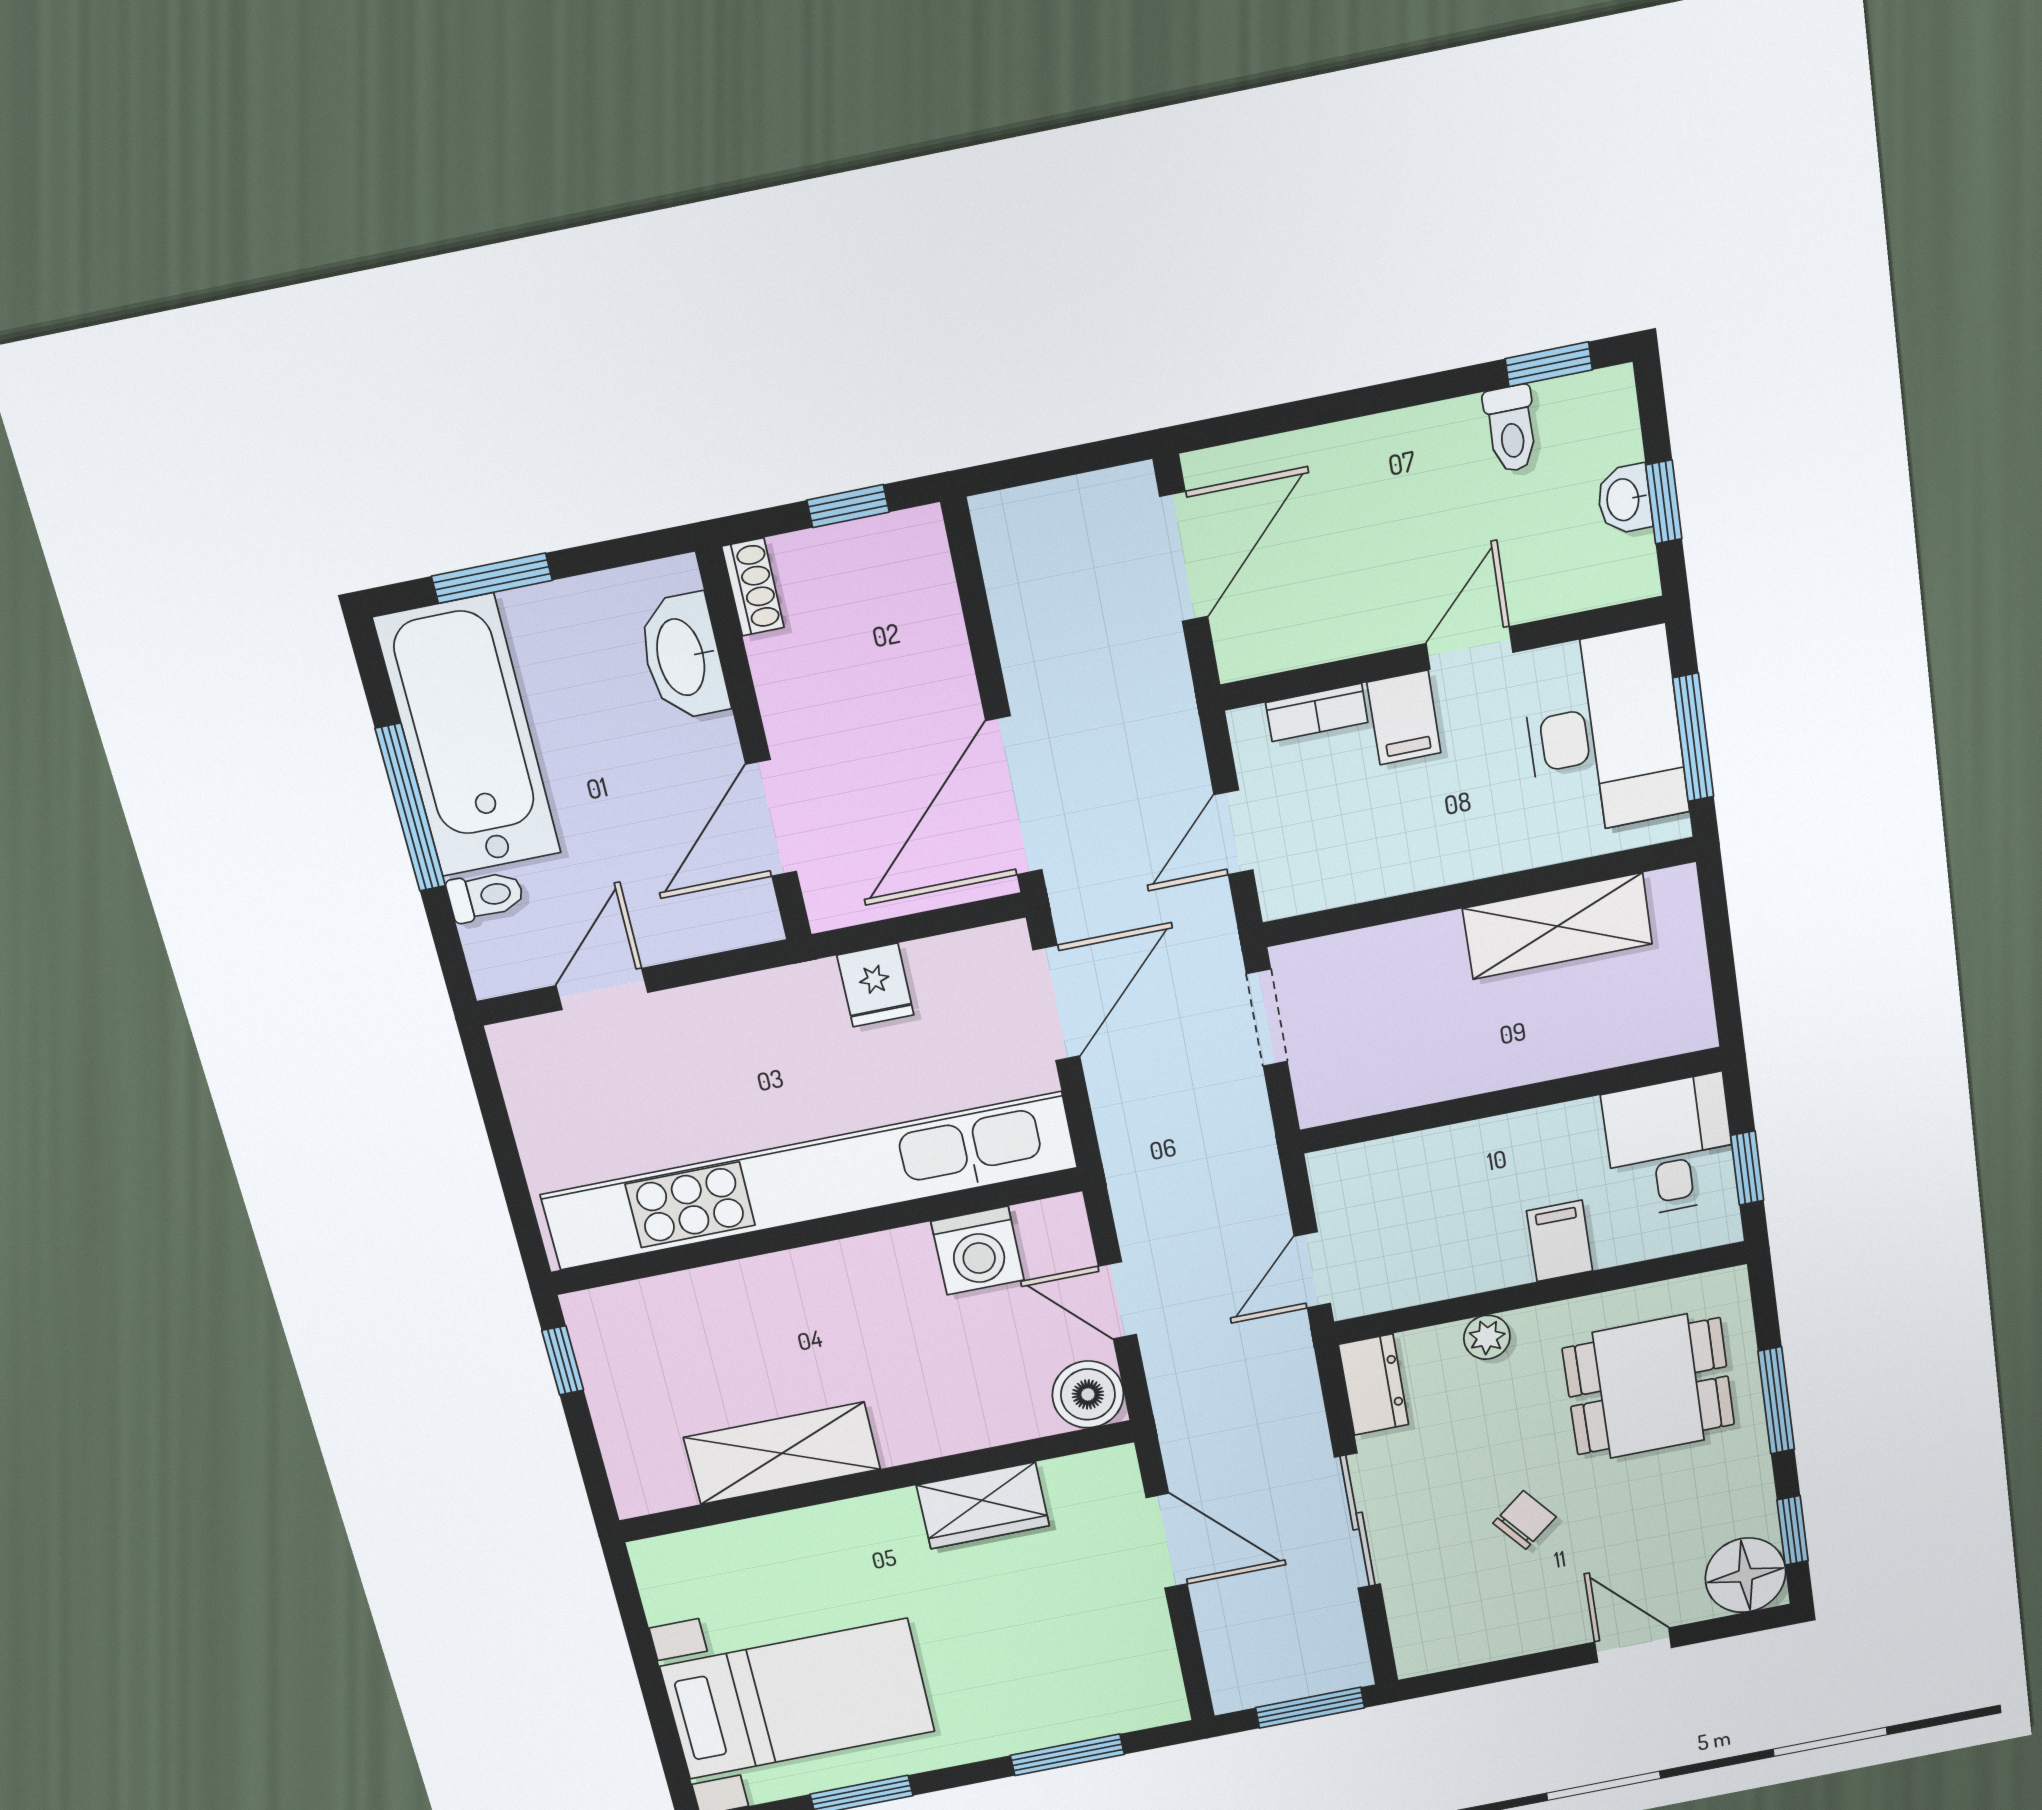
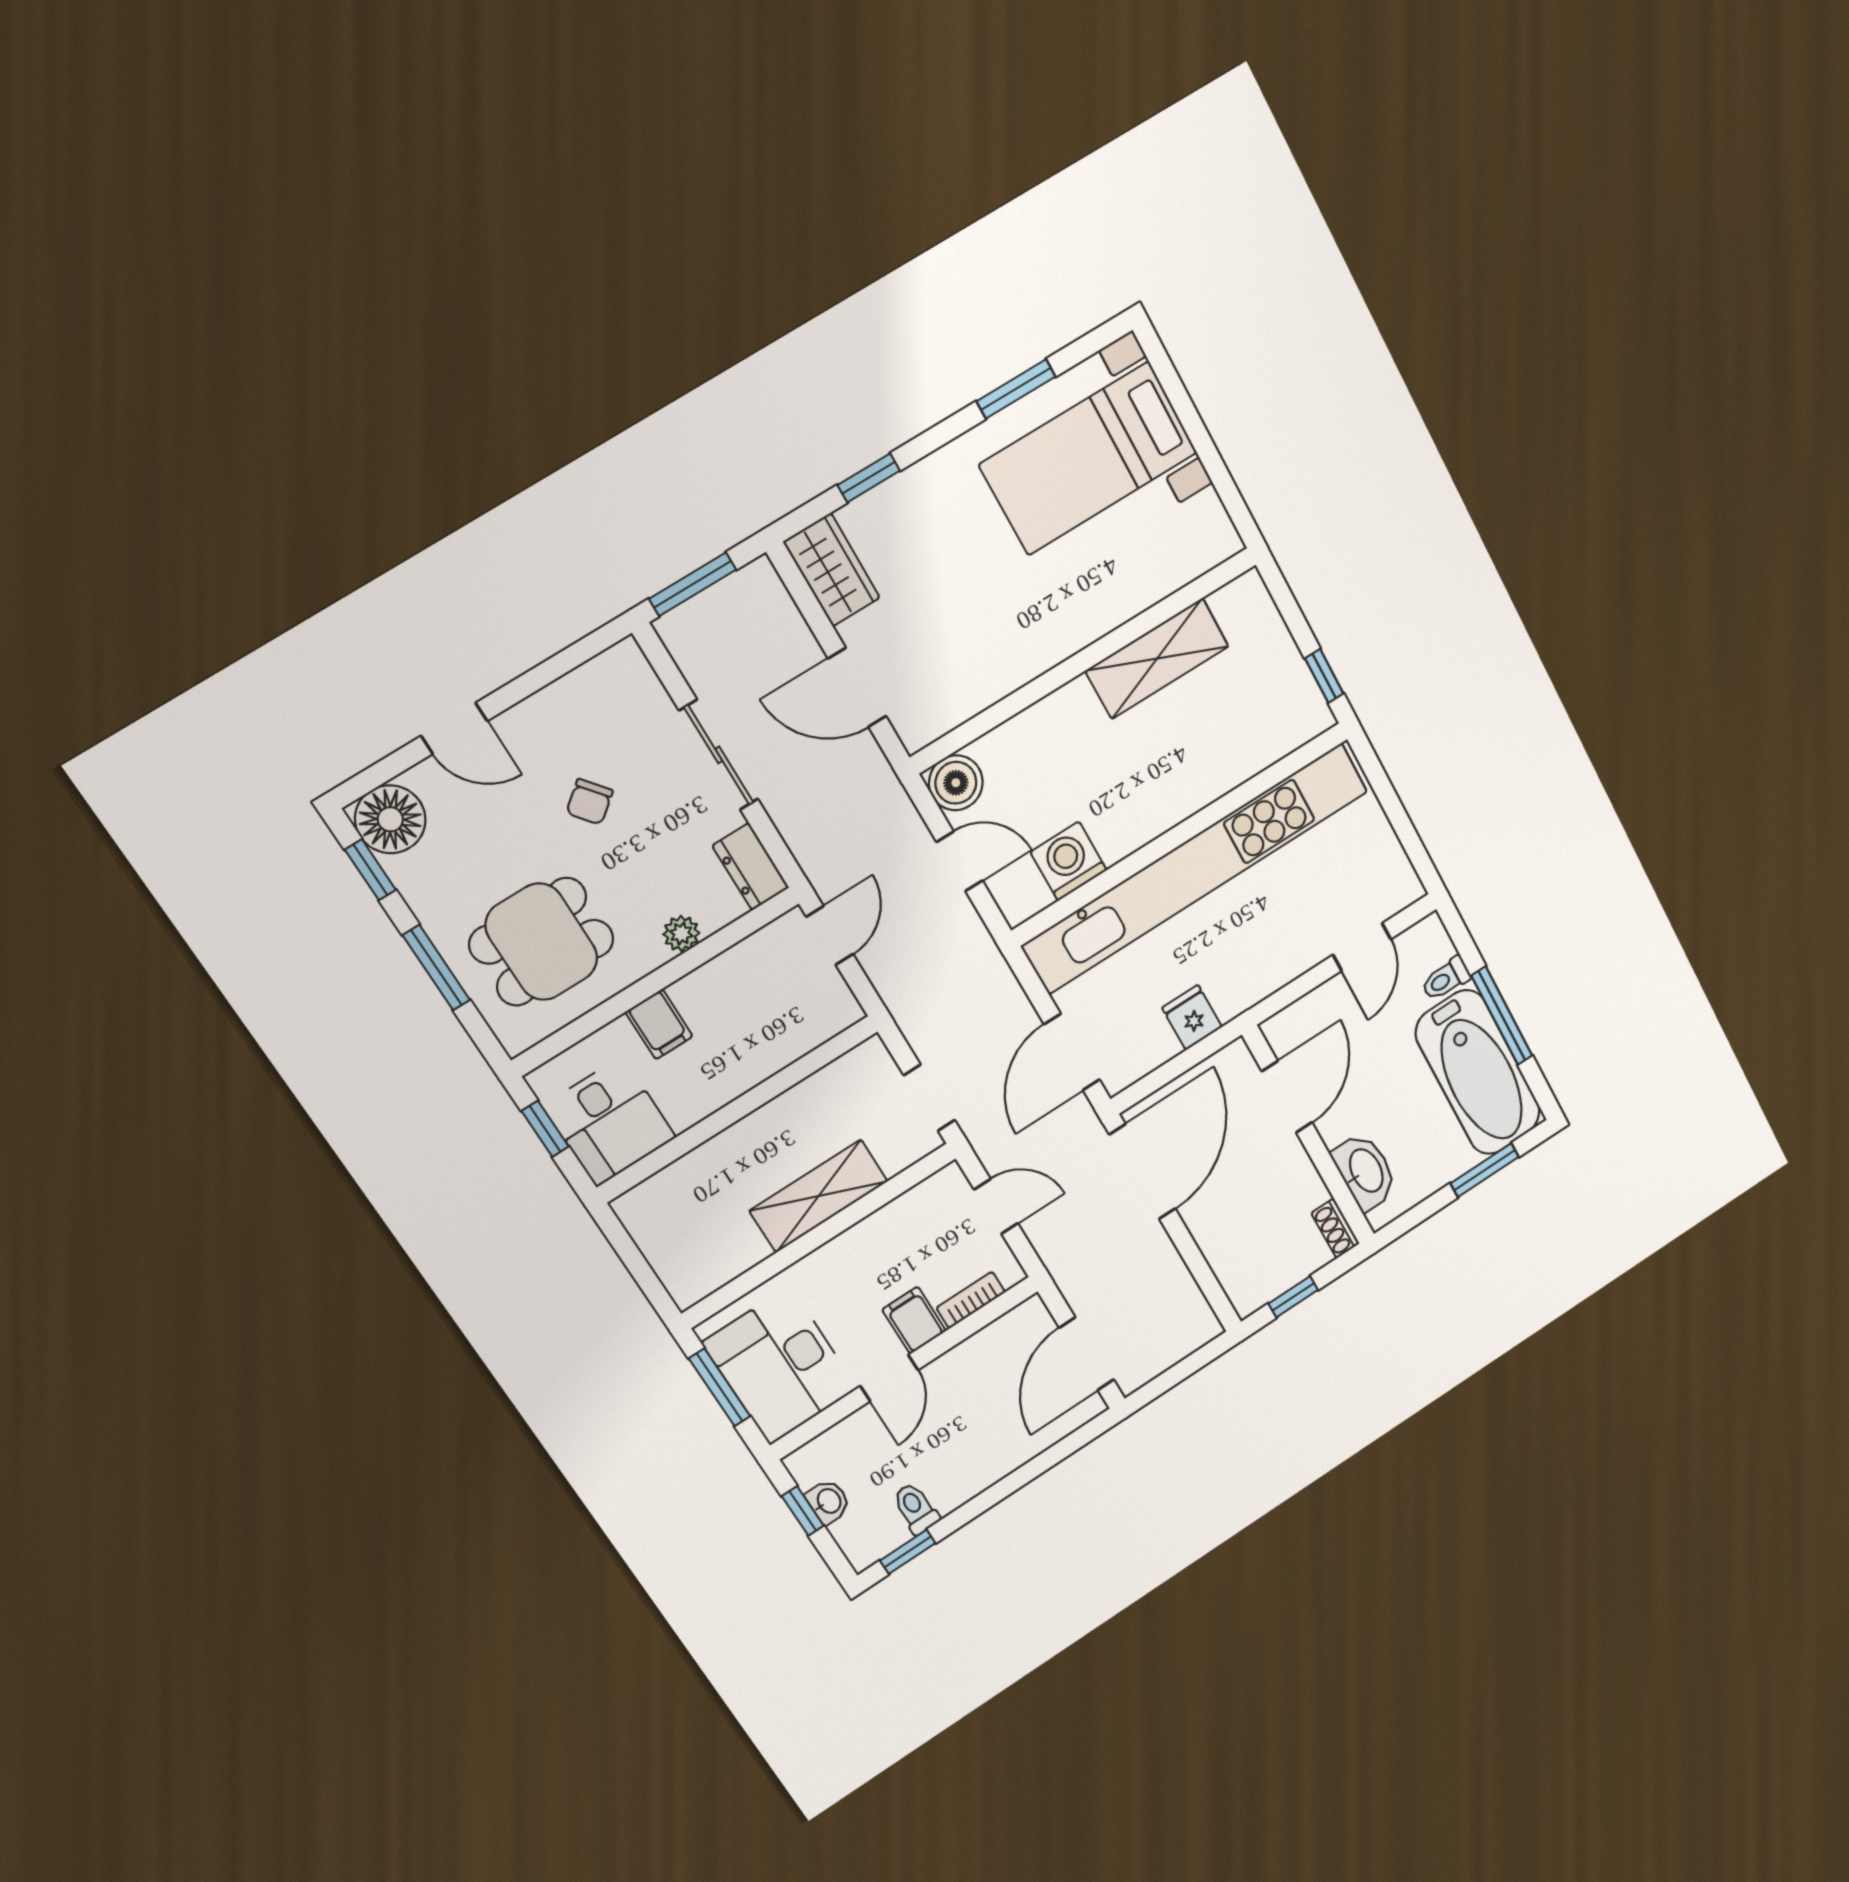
door: (1233, 832) -> (996, 1206), hinge flipped
shelving: (1557, 926) -> (819, 1196), moved
wardrobe: (983, 1505) -> (832, 570), moved, turned 90
window: (1067, 1755) -> (869, 478), width x0.67

